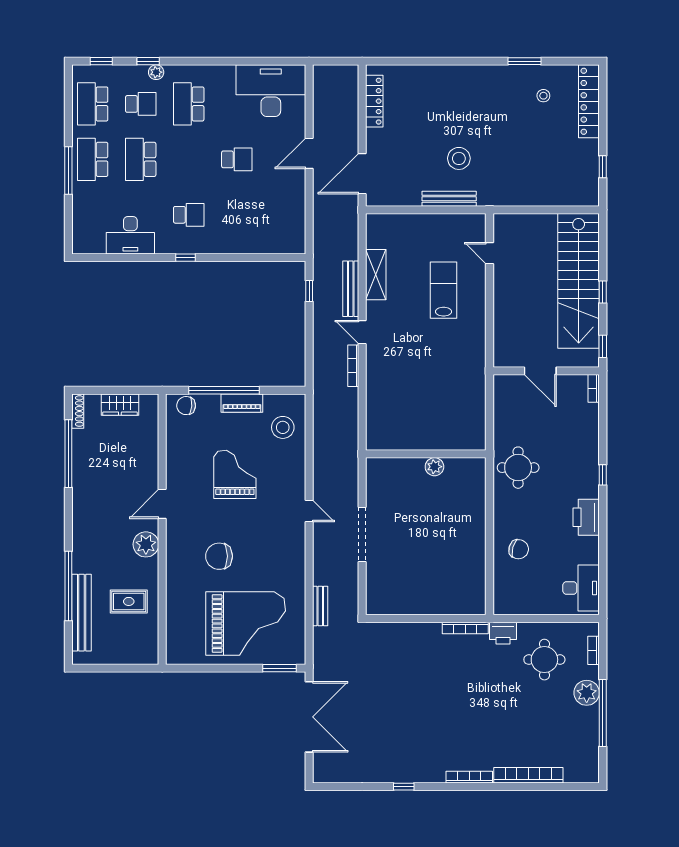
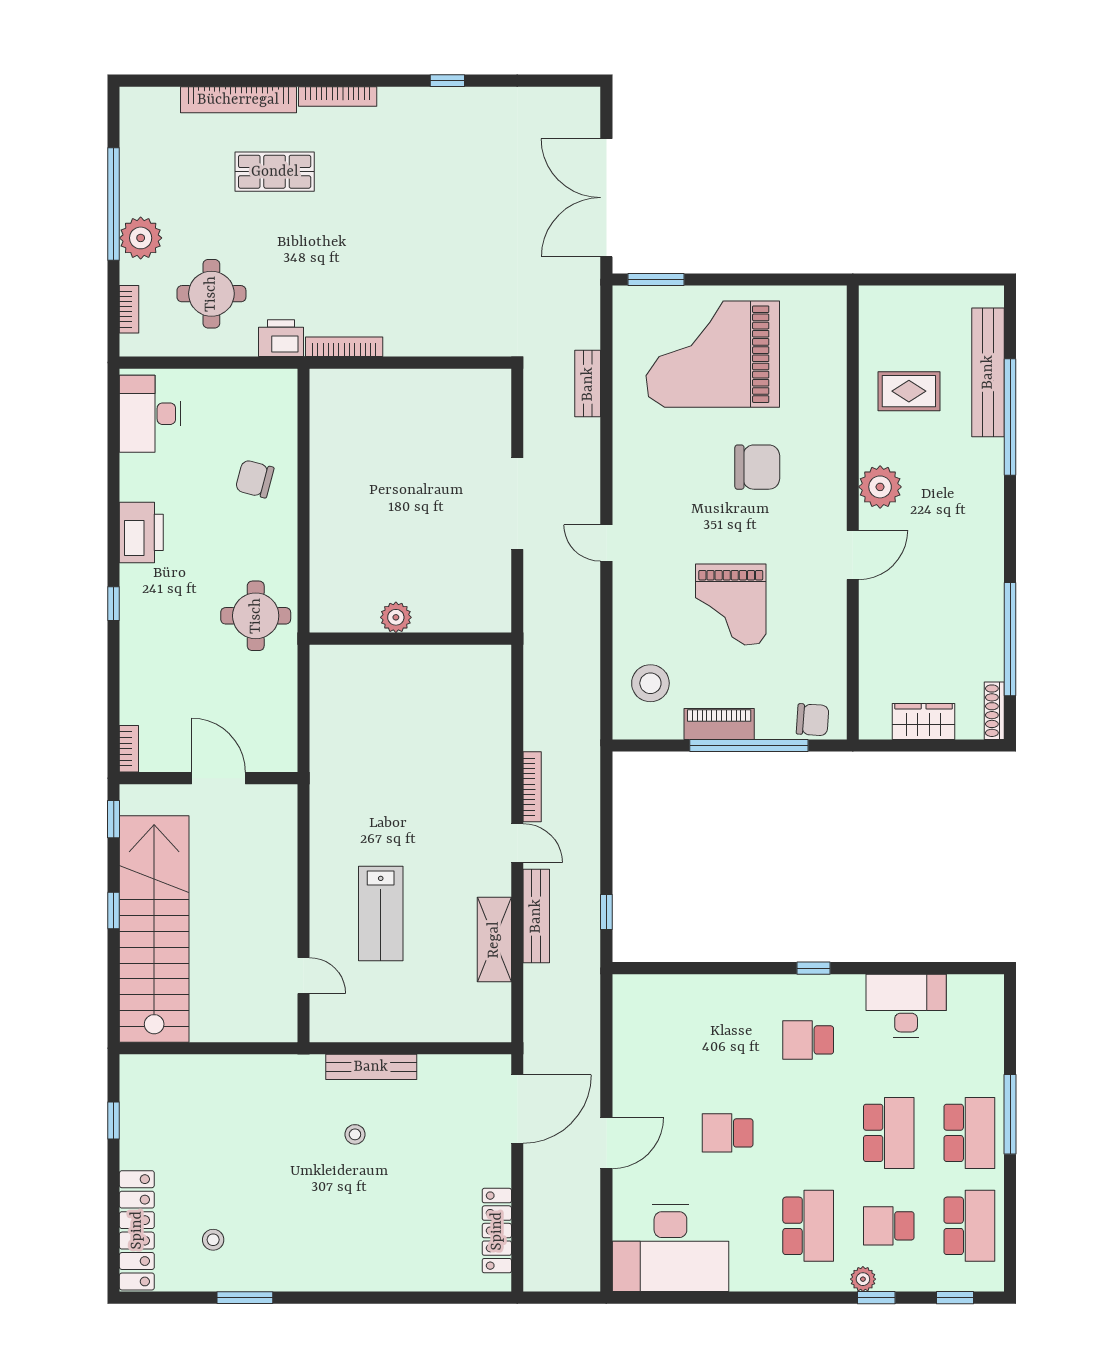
stool: (459, 158) -> (355, 1134), width x0.53, depth x0.53
shop shelf: (507, 732) -> (275, 172), added

